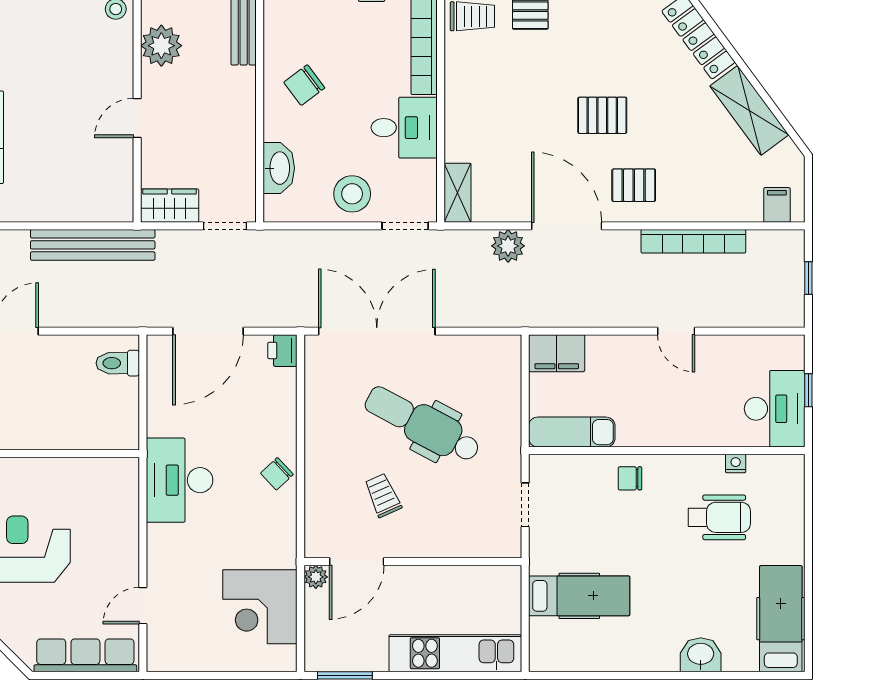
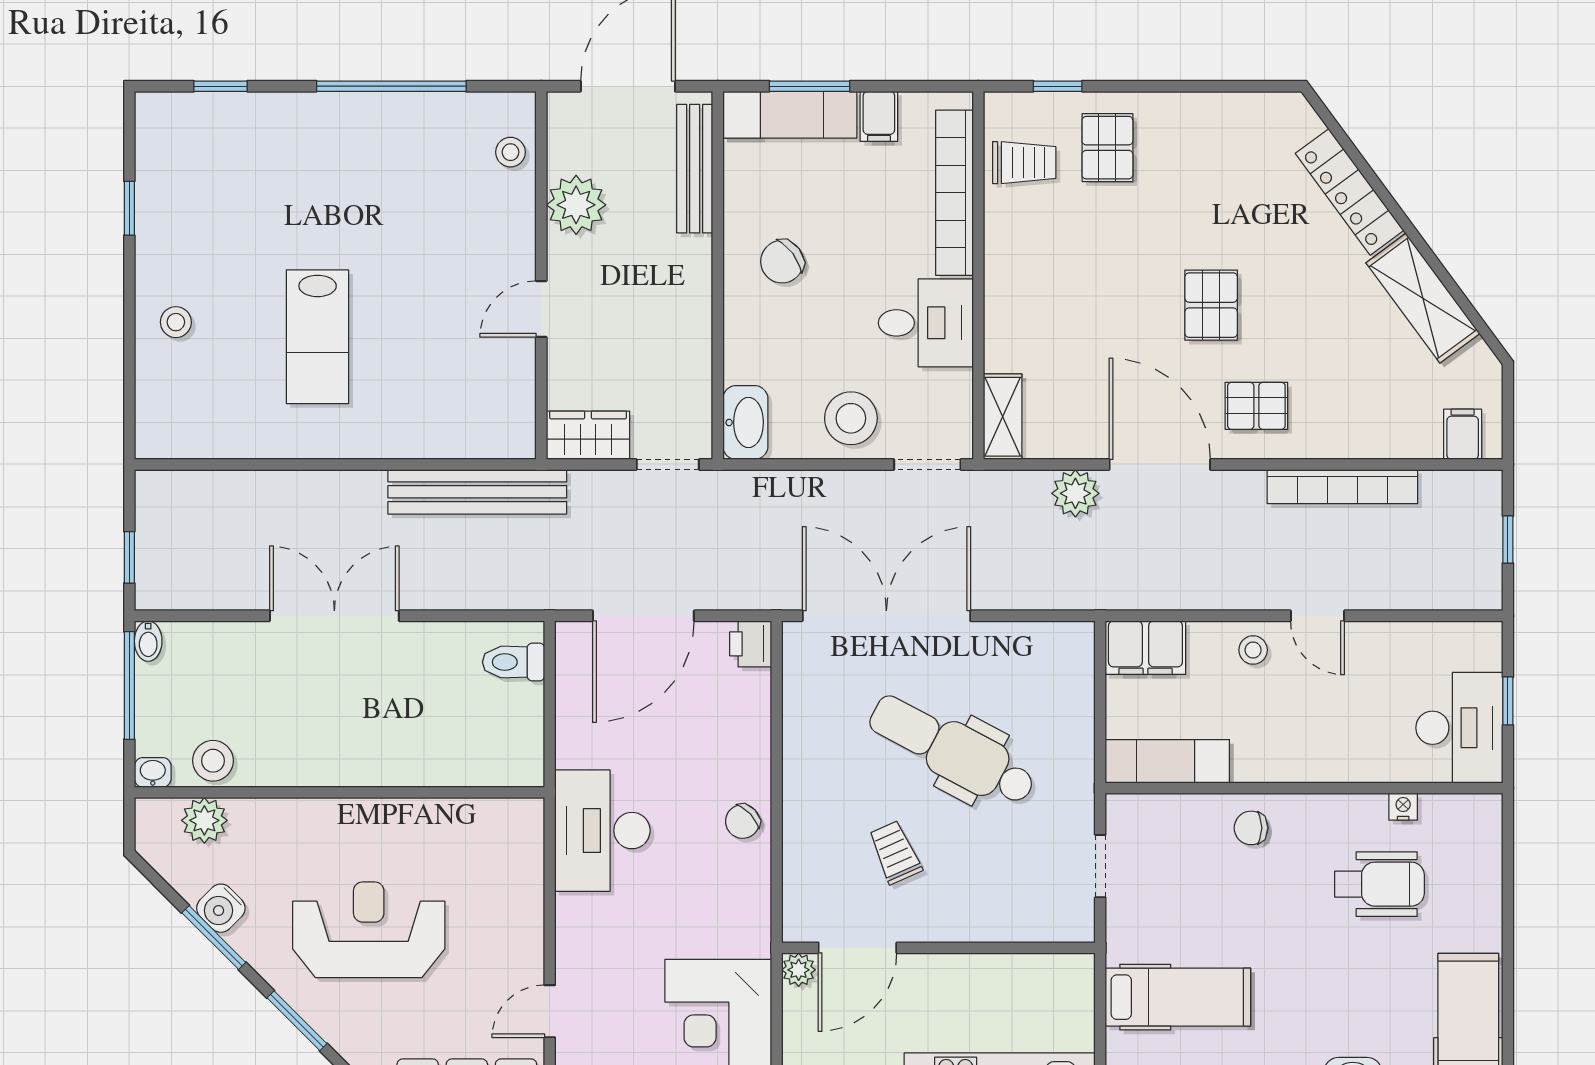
pallet: (602, 115) -> (1211, 305), turned 90
washbasin: (279, 168) -> (745, 422), moved
stool: (631, 355) -> (1253, 650), added

